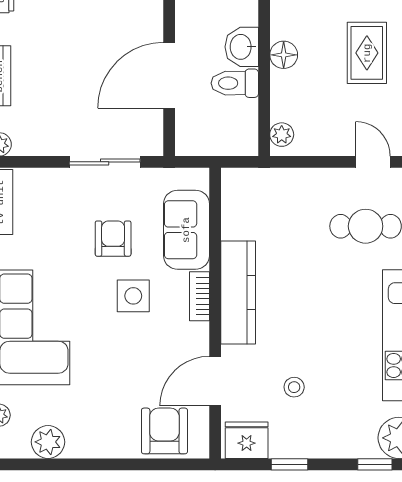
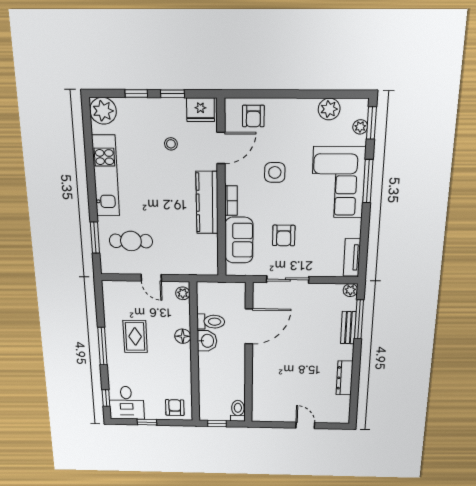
door: (373, 162) -> (151, 278), moved
side table: (133, 296) -> (275, 172), moved
armchair: (164, 431) -> (253, 116), width x0.72, depth x0.72
window: (375, 464) -> (136, 94), moved

